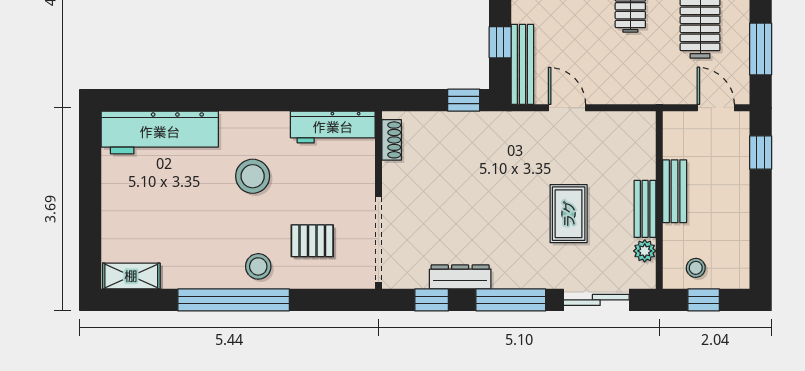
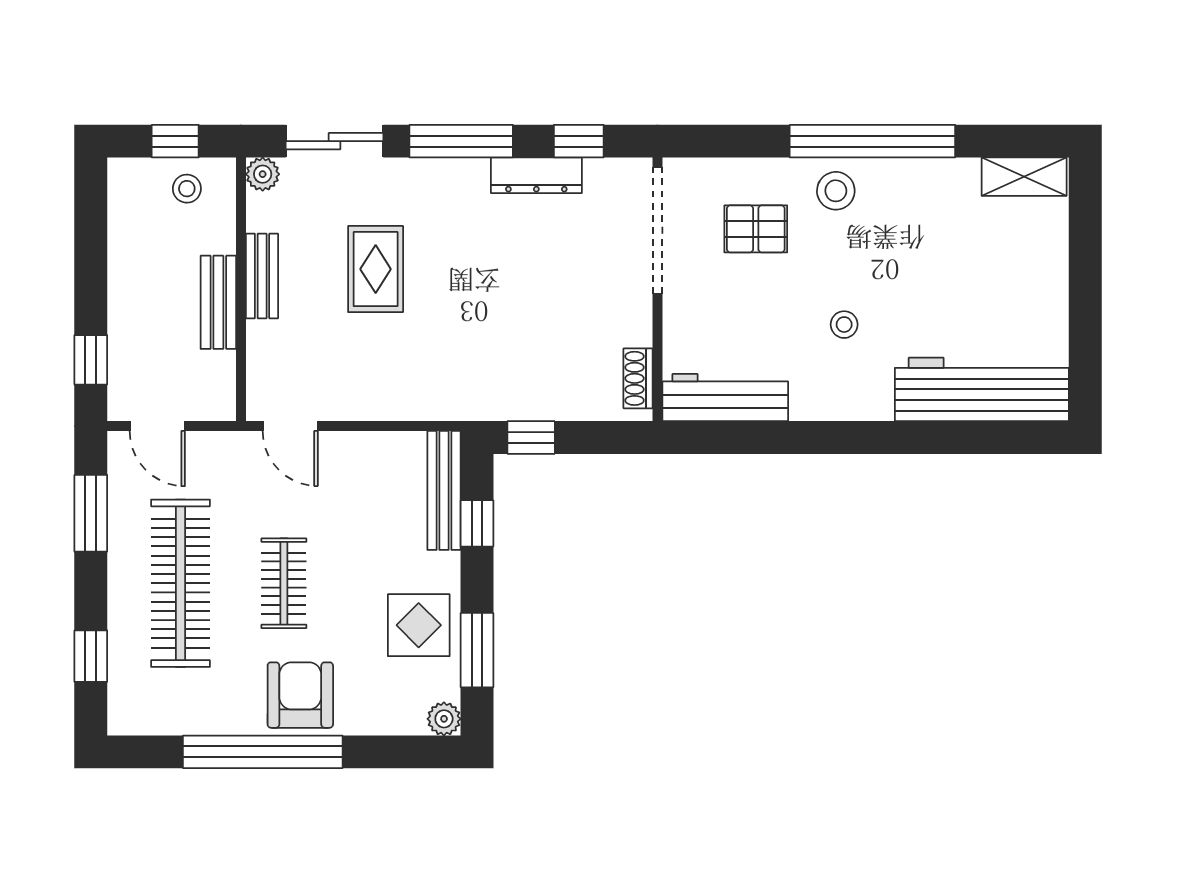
door: (567, 108) -> (290, 426), moved
stool: (253, 176) -> (844, 325), width x0.53, depth x0.53
plant: (645, 251) -> (263, 174), moved

